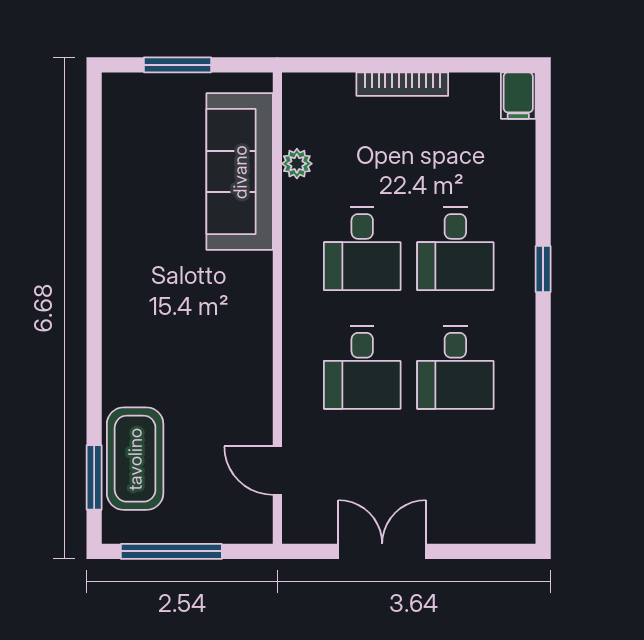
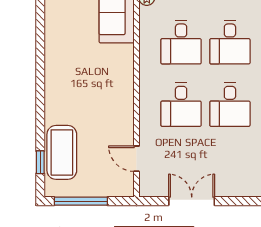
window: (94, 477) -> (40, 162), width x0.67

